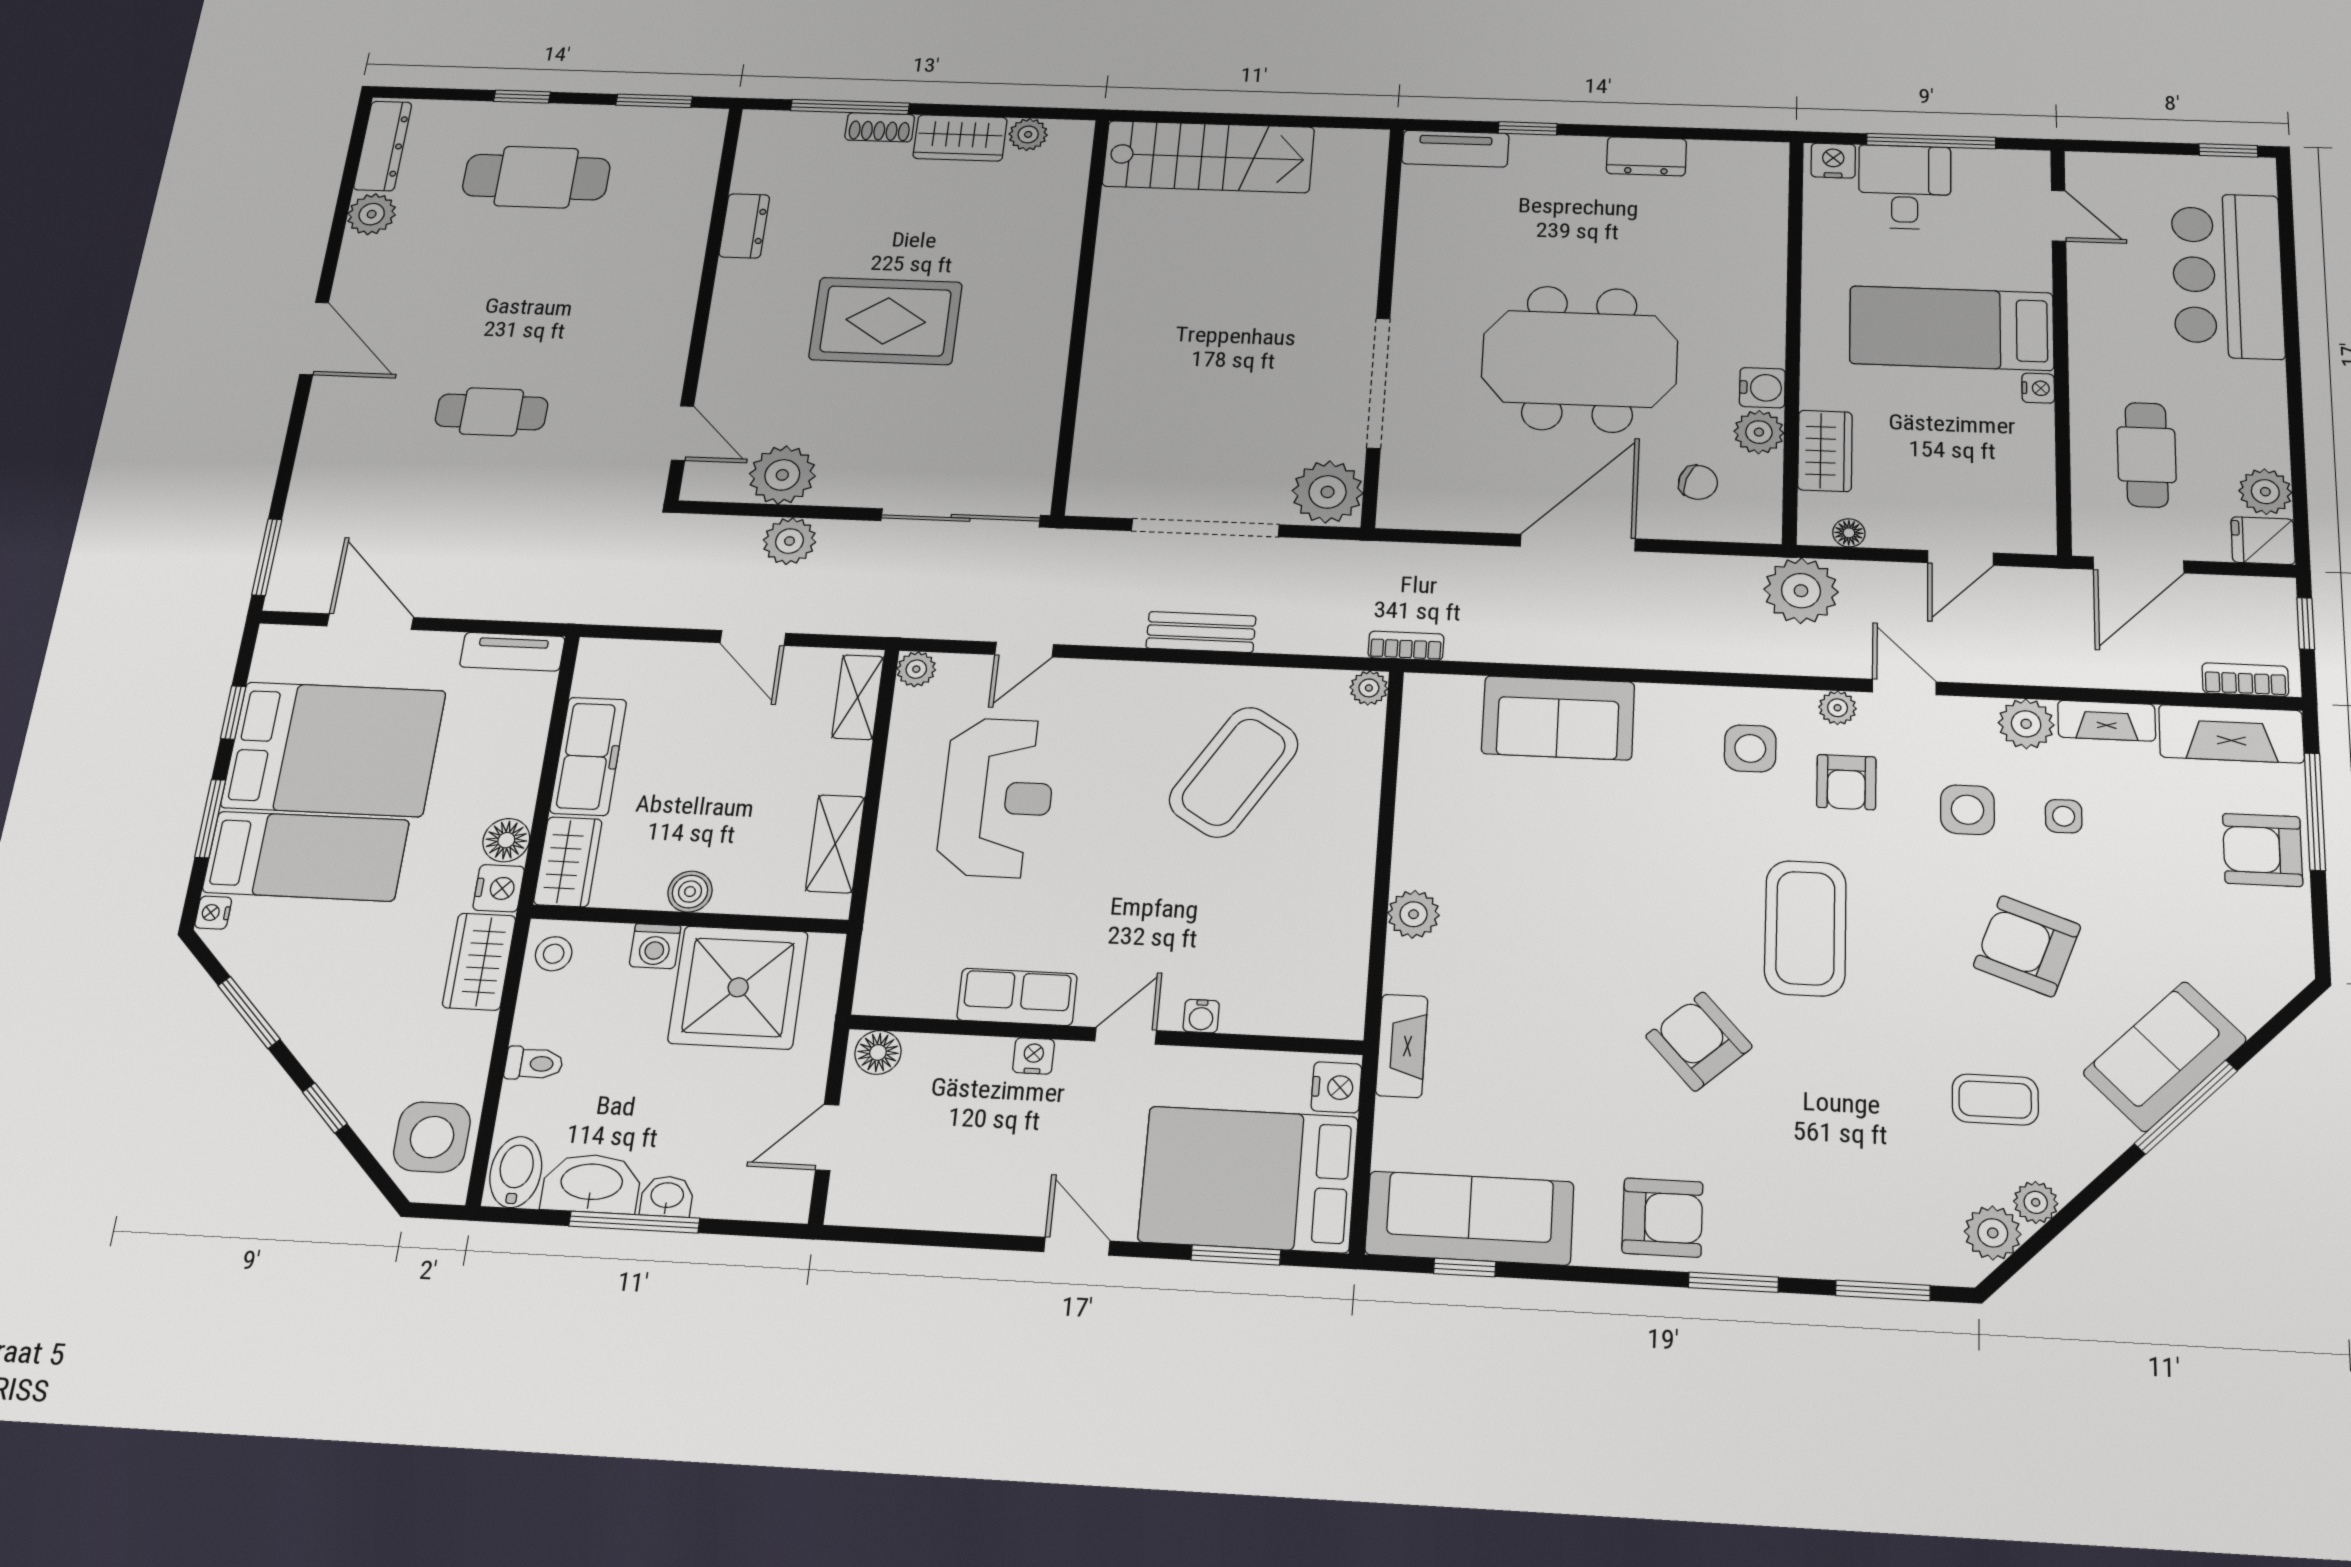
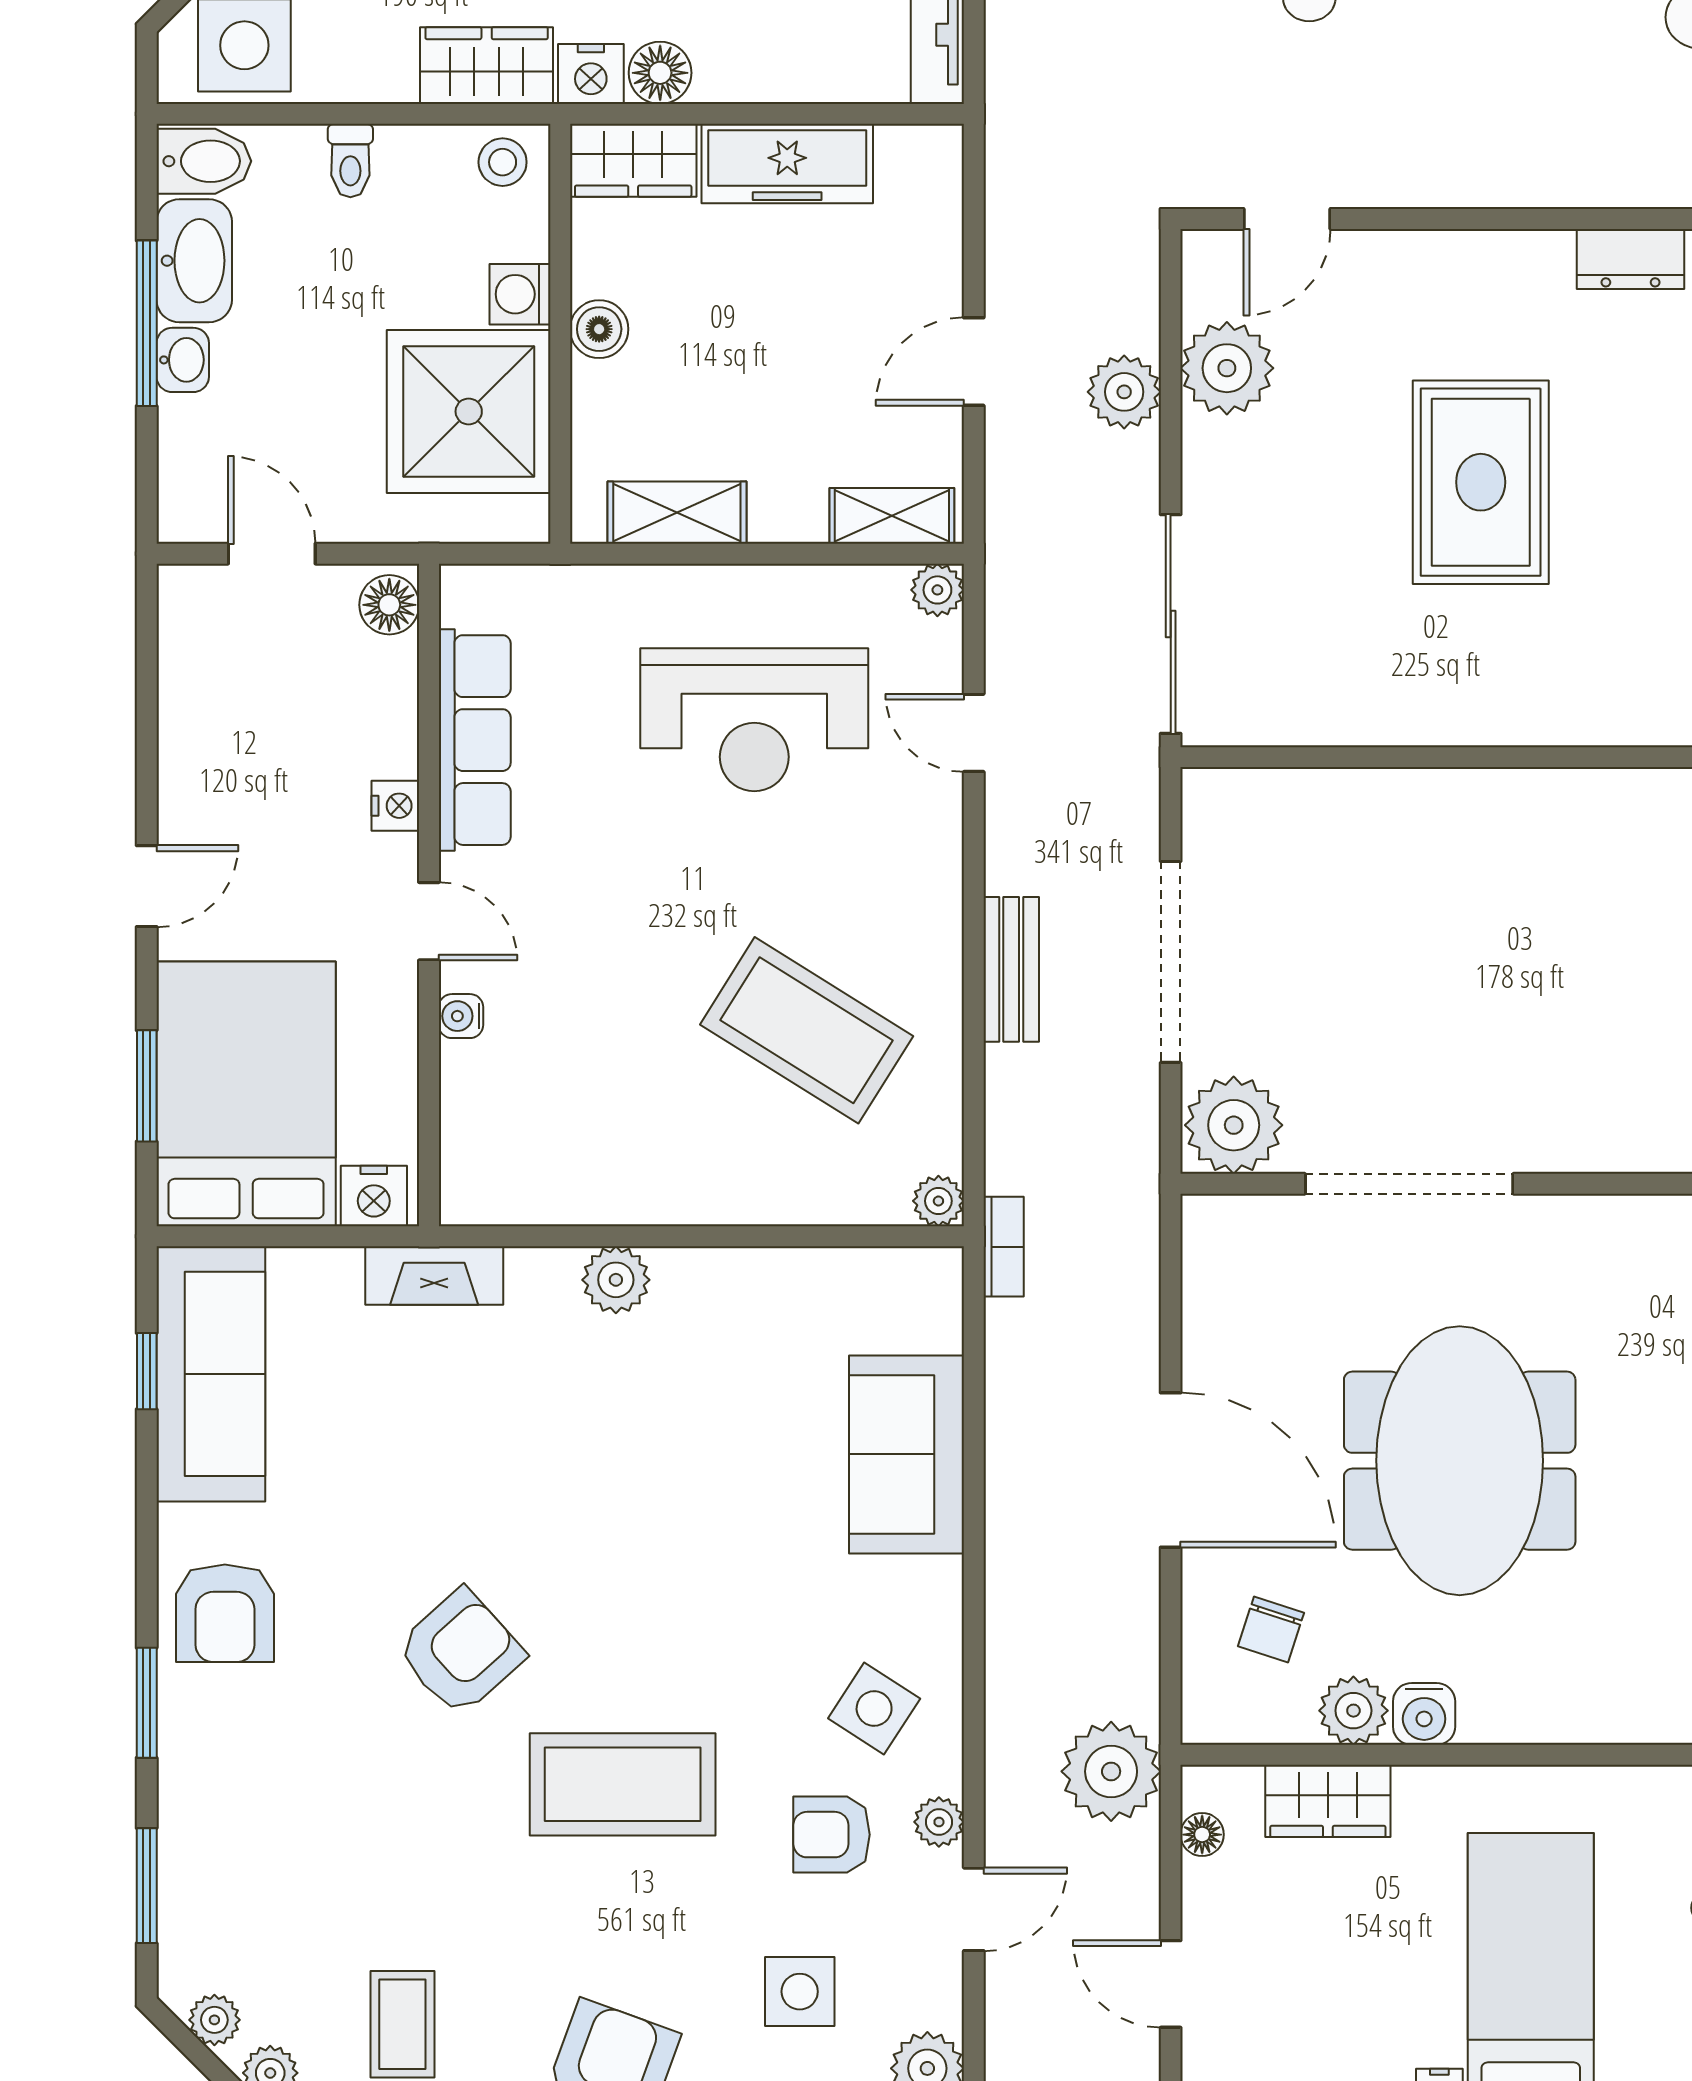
side table: (1750, 748) -> (874, 1709), turned 33
row of seats: (1017, 997) -> (475, 740), width x1.48
plant: (1993, 1233) -> (214, 2020), width x0.73, depth x0.73

